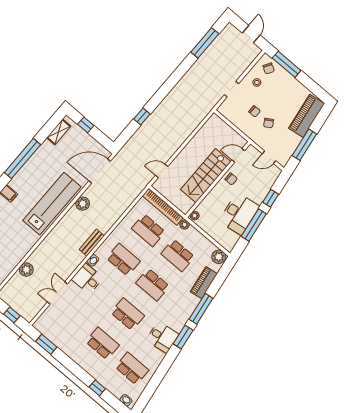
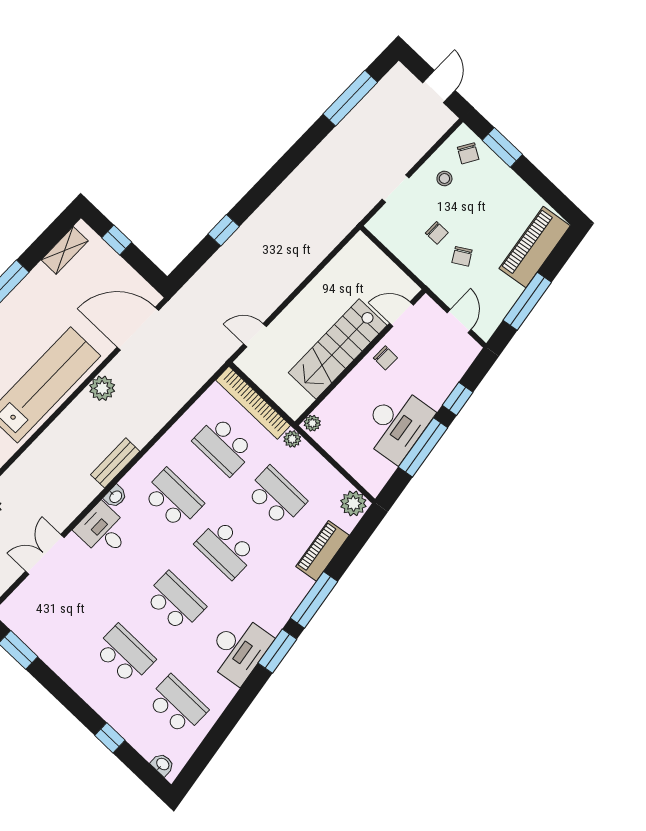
window: (287, 64) -> (502, 147), width x0.69
door: (269, 157) -> (459, 321), swing flipped
school desk: (178, 255) -> (276, 496), turned 180
desk: (162, 337) -> (238, 649), width x1.37

